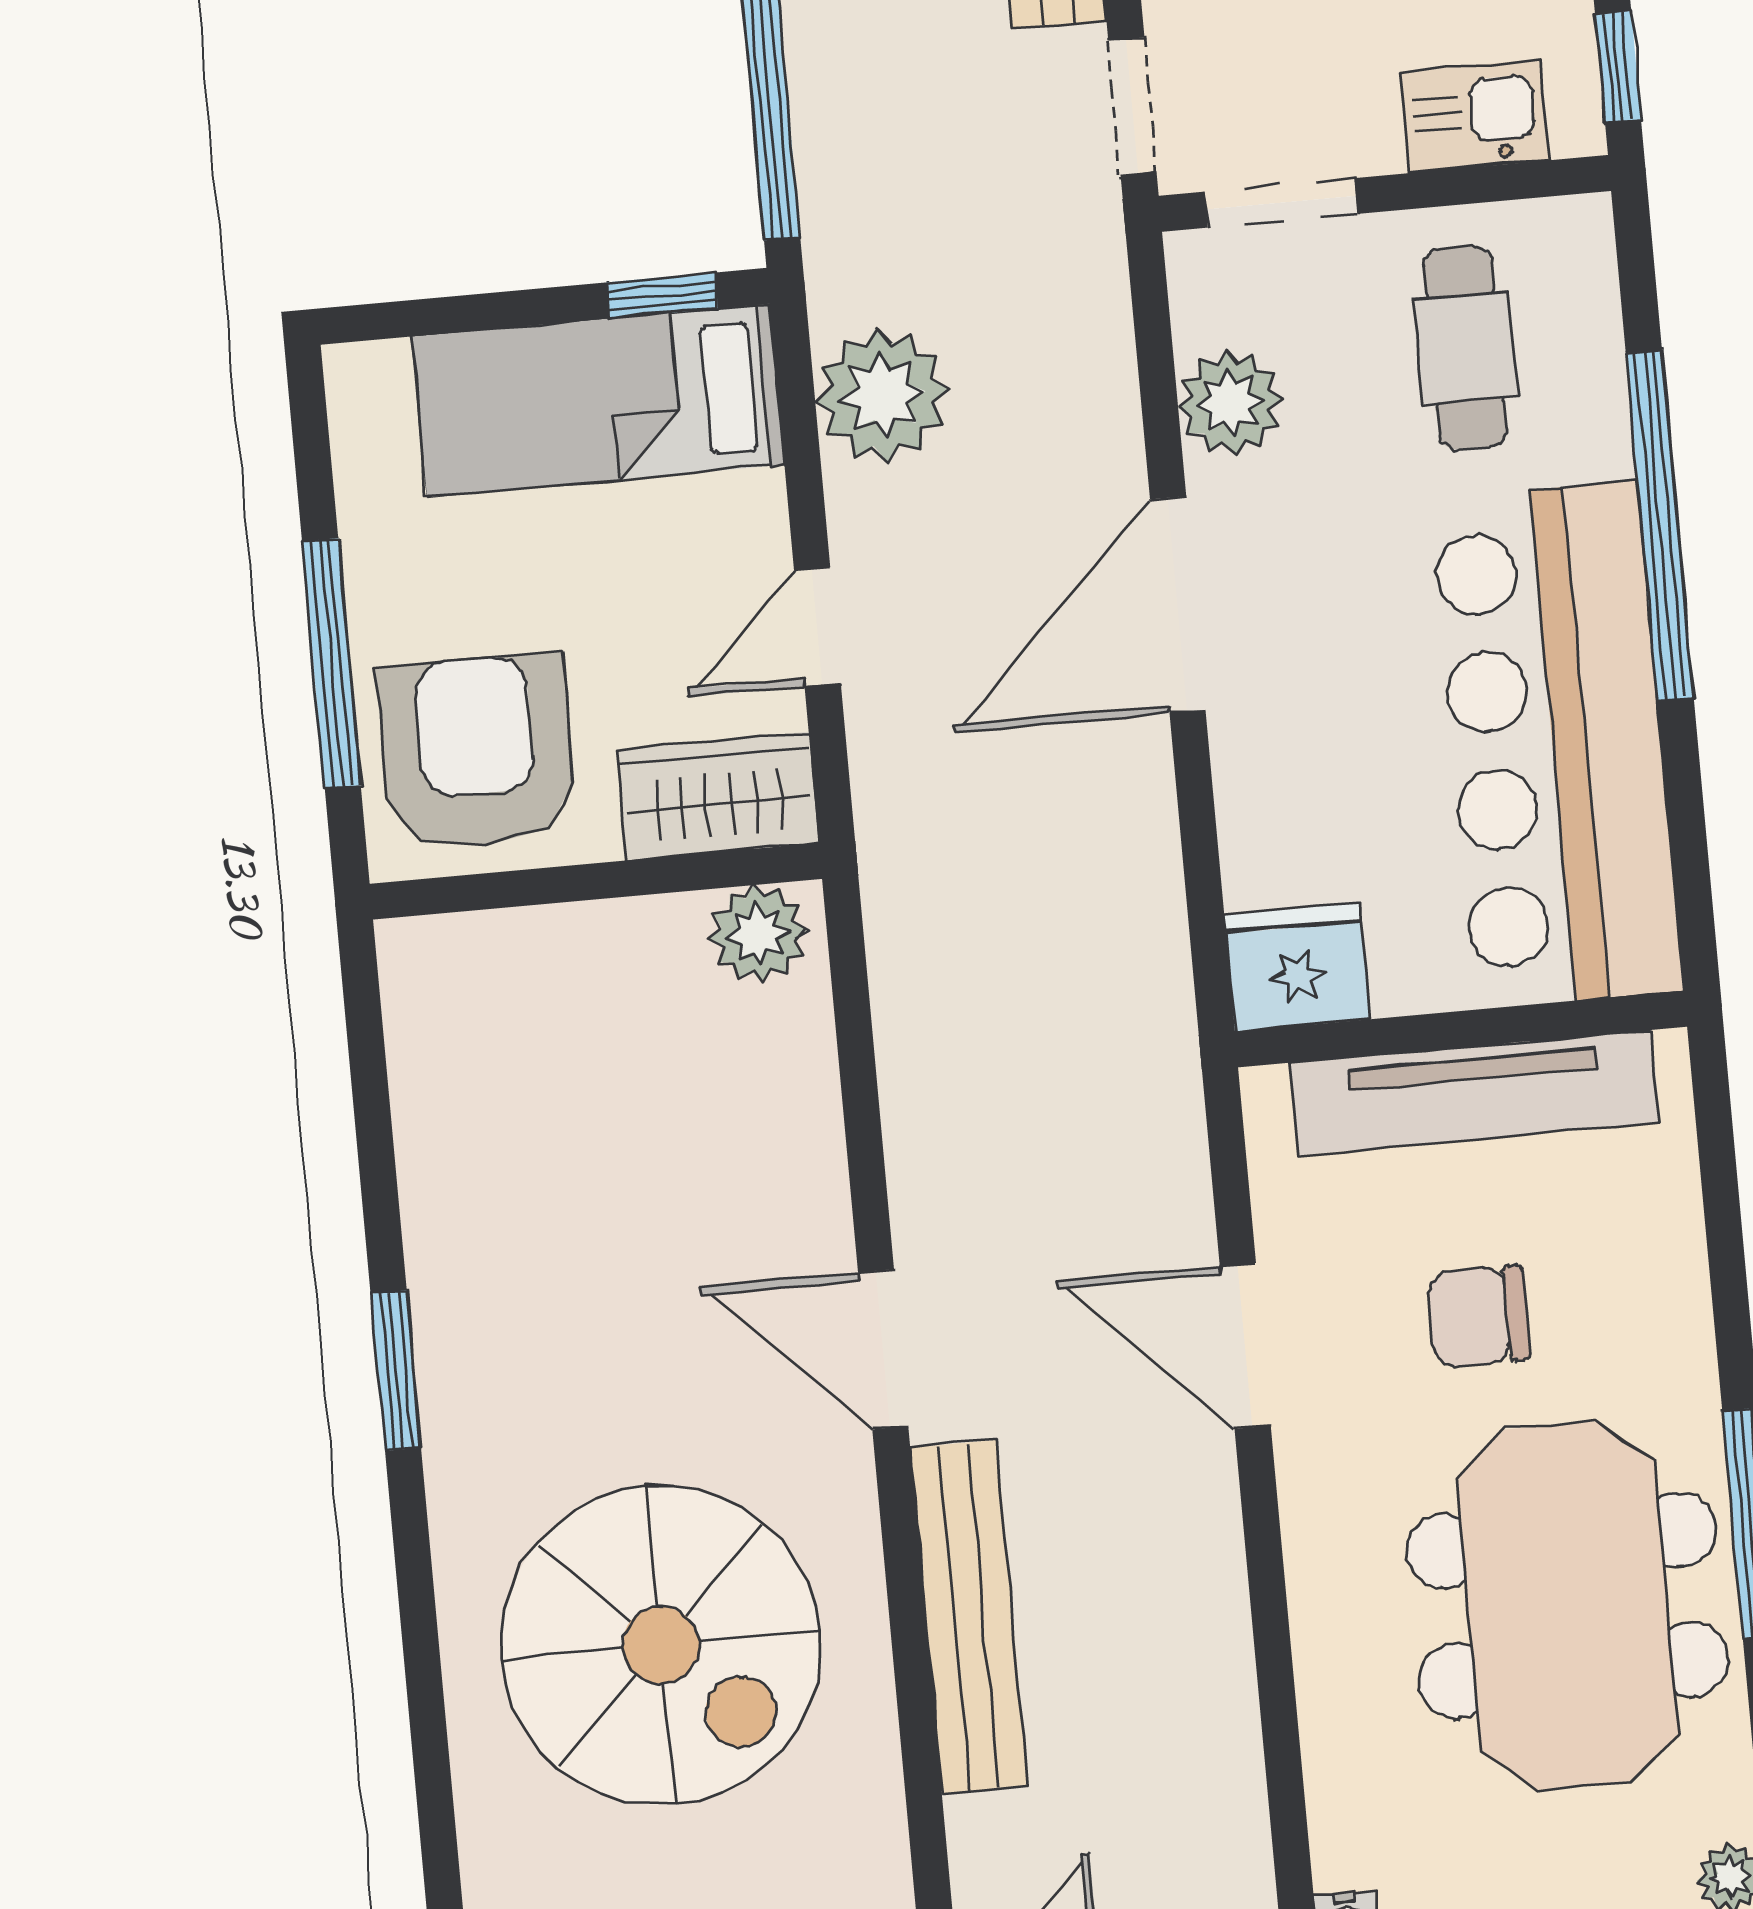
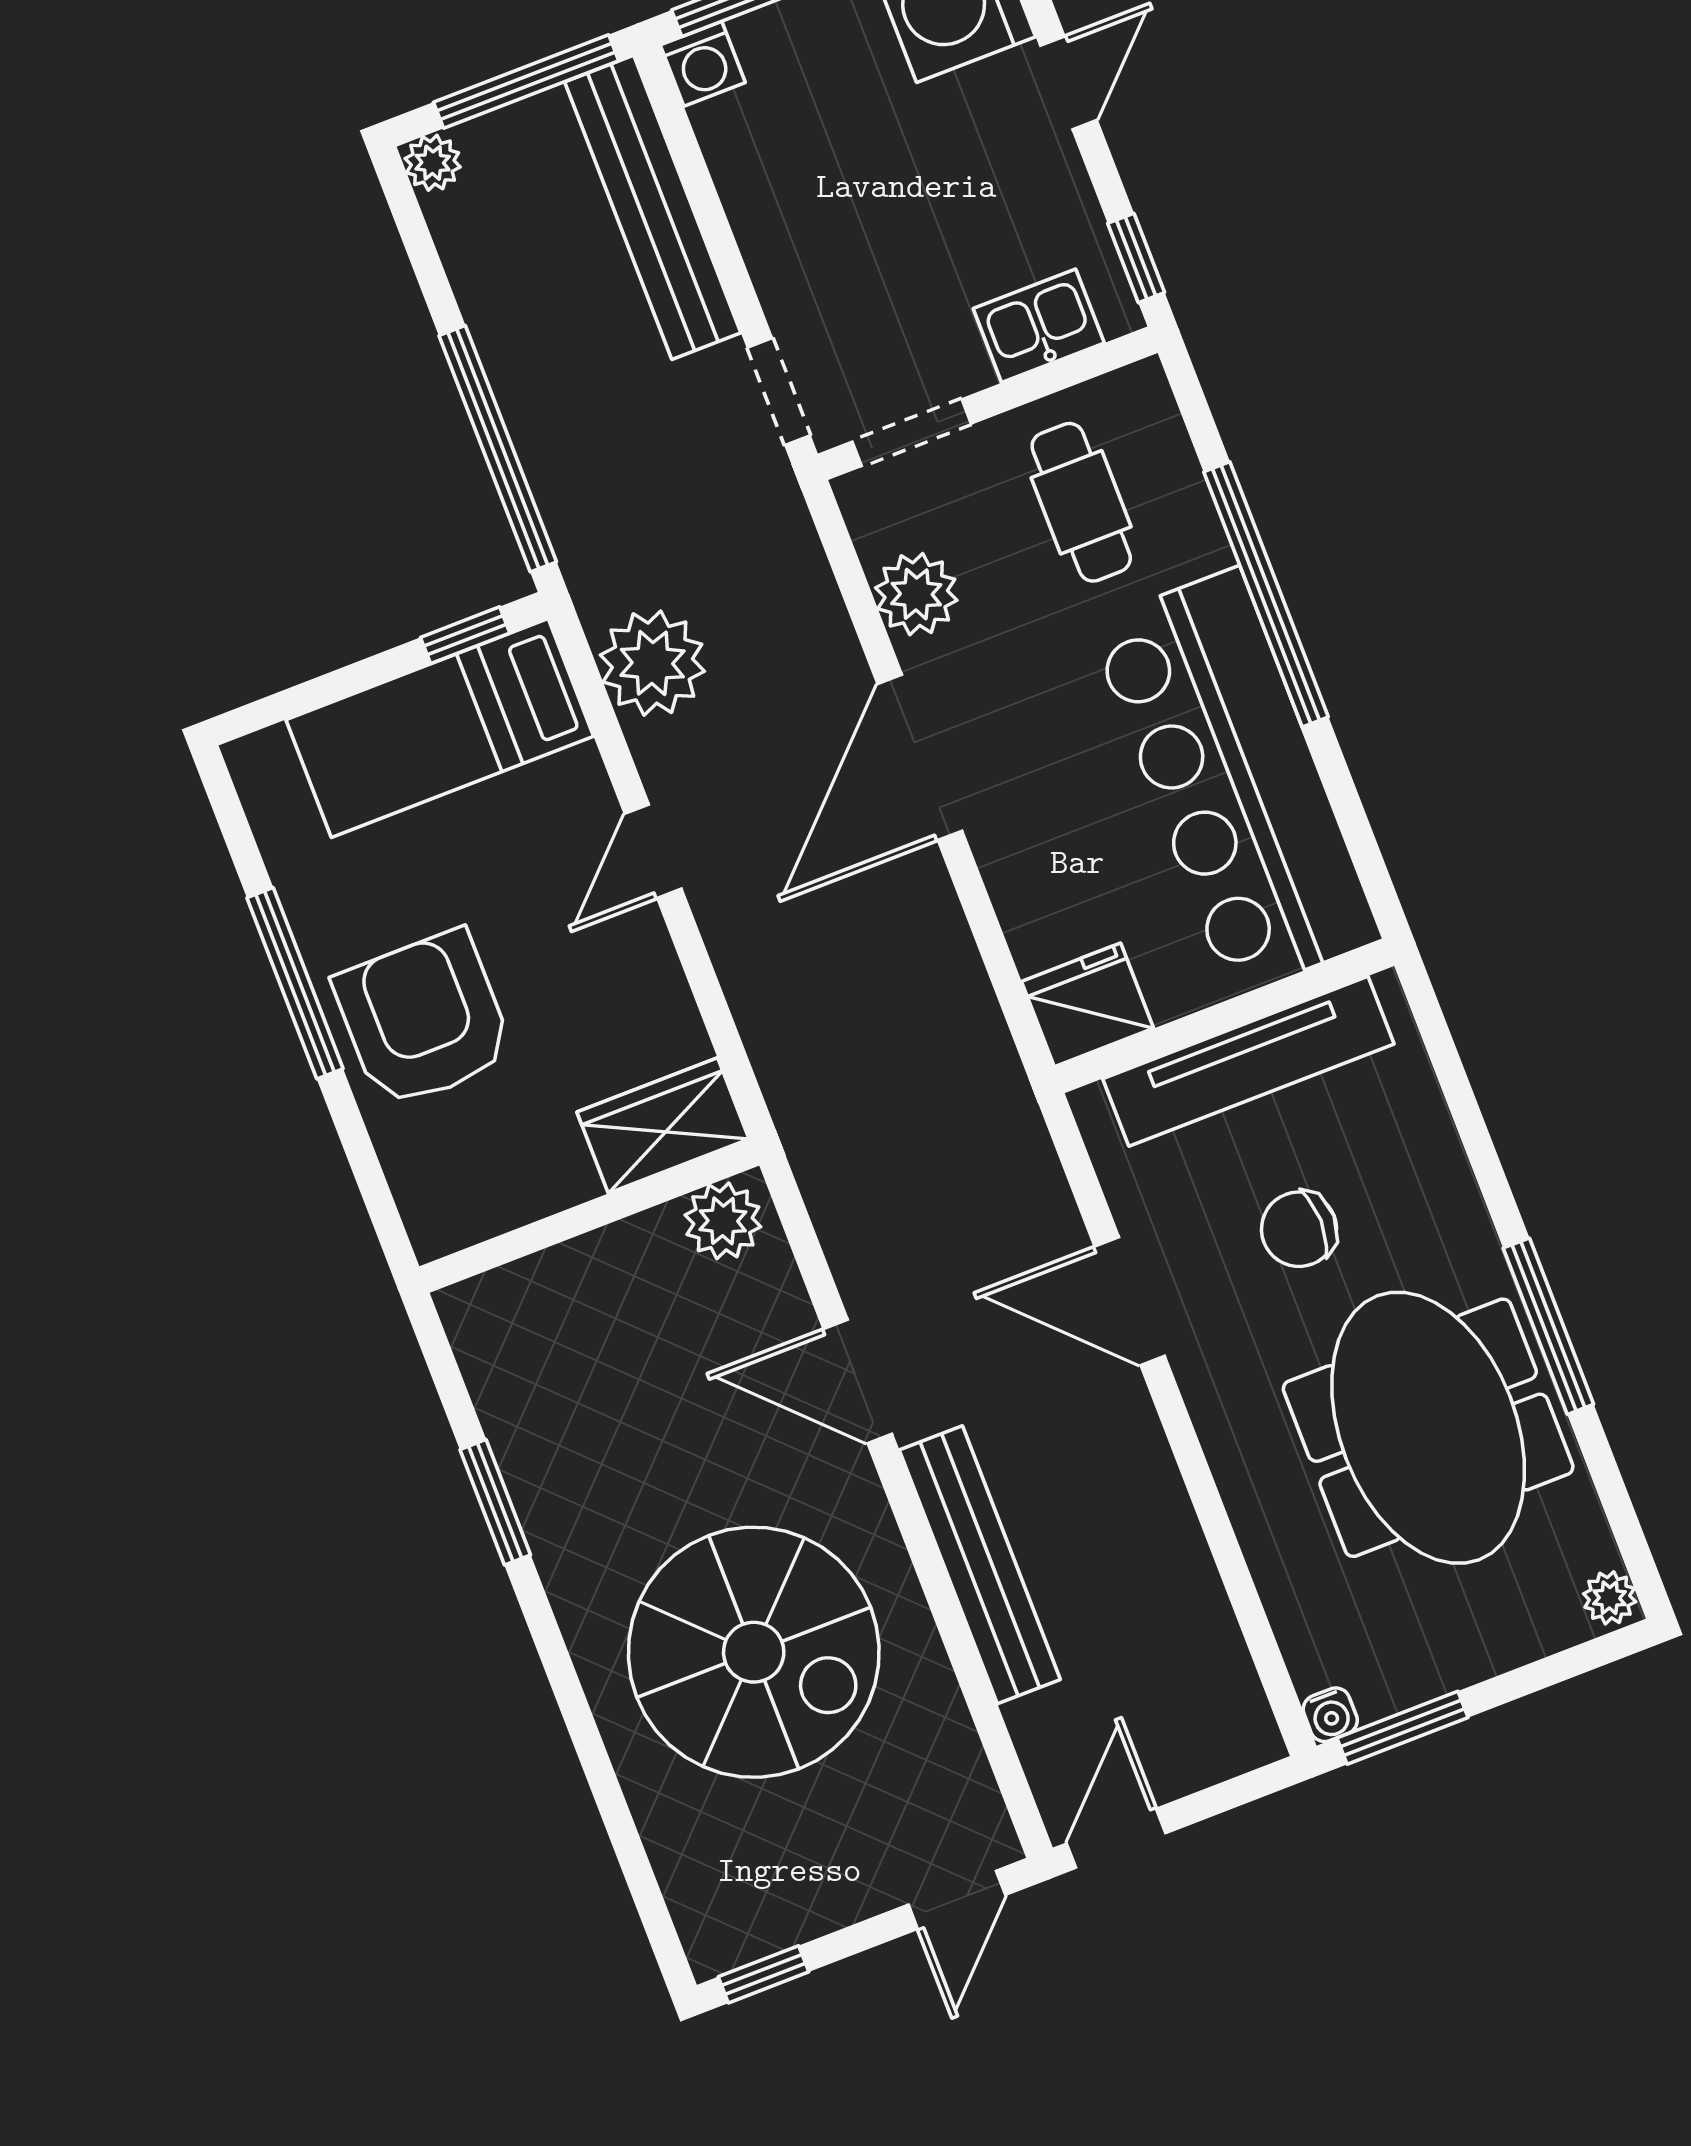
wardrobe: (718, 796) -> (663, 1126), moved
wall: (596, 881) -> (589, 1216), moved
plant: (758, 934) -> (723, 1221), moved

